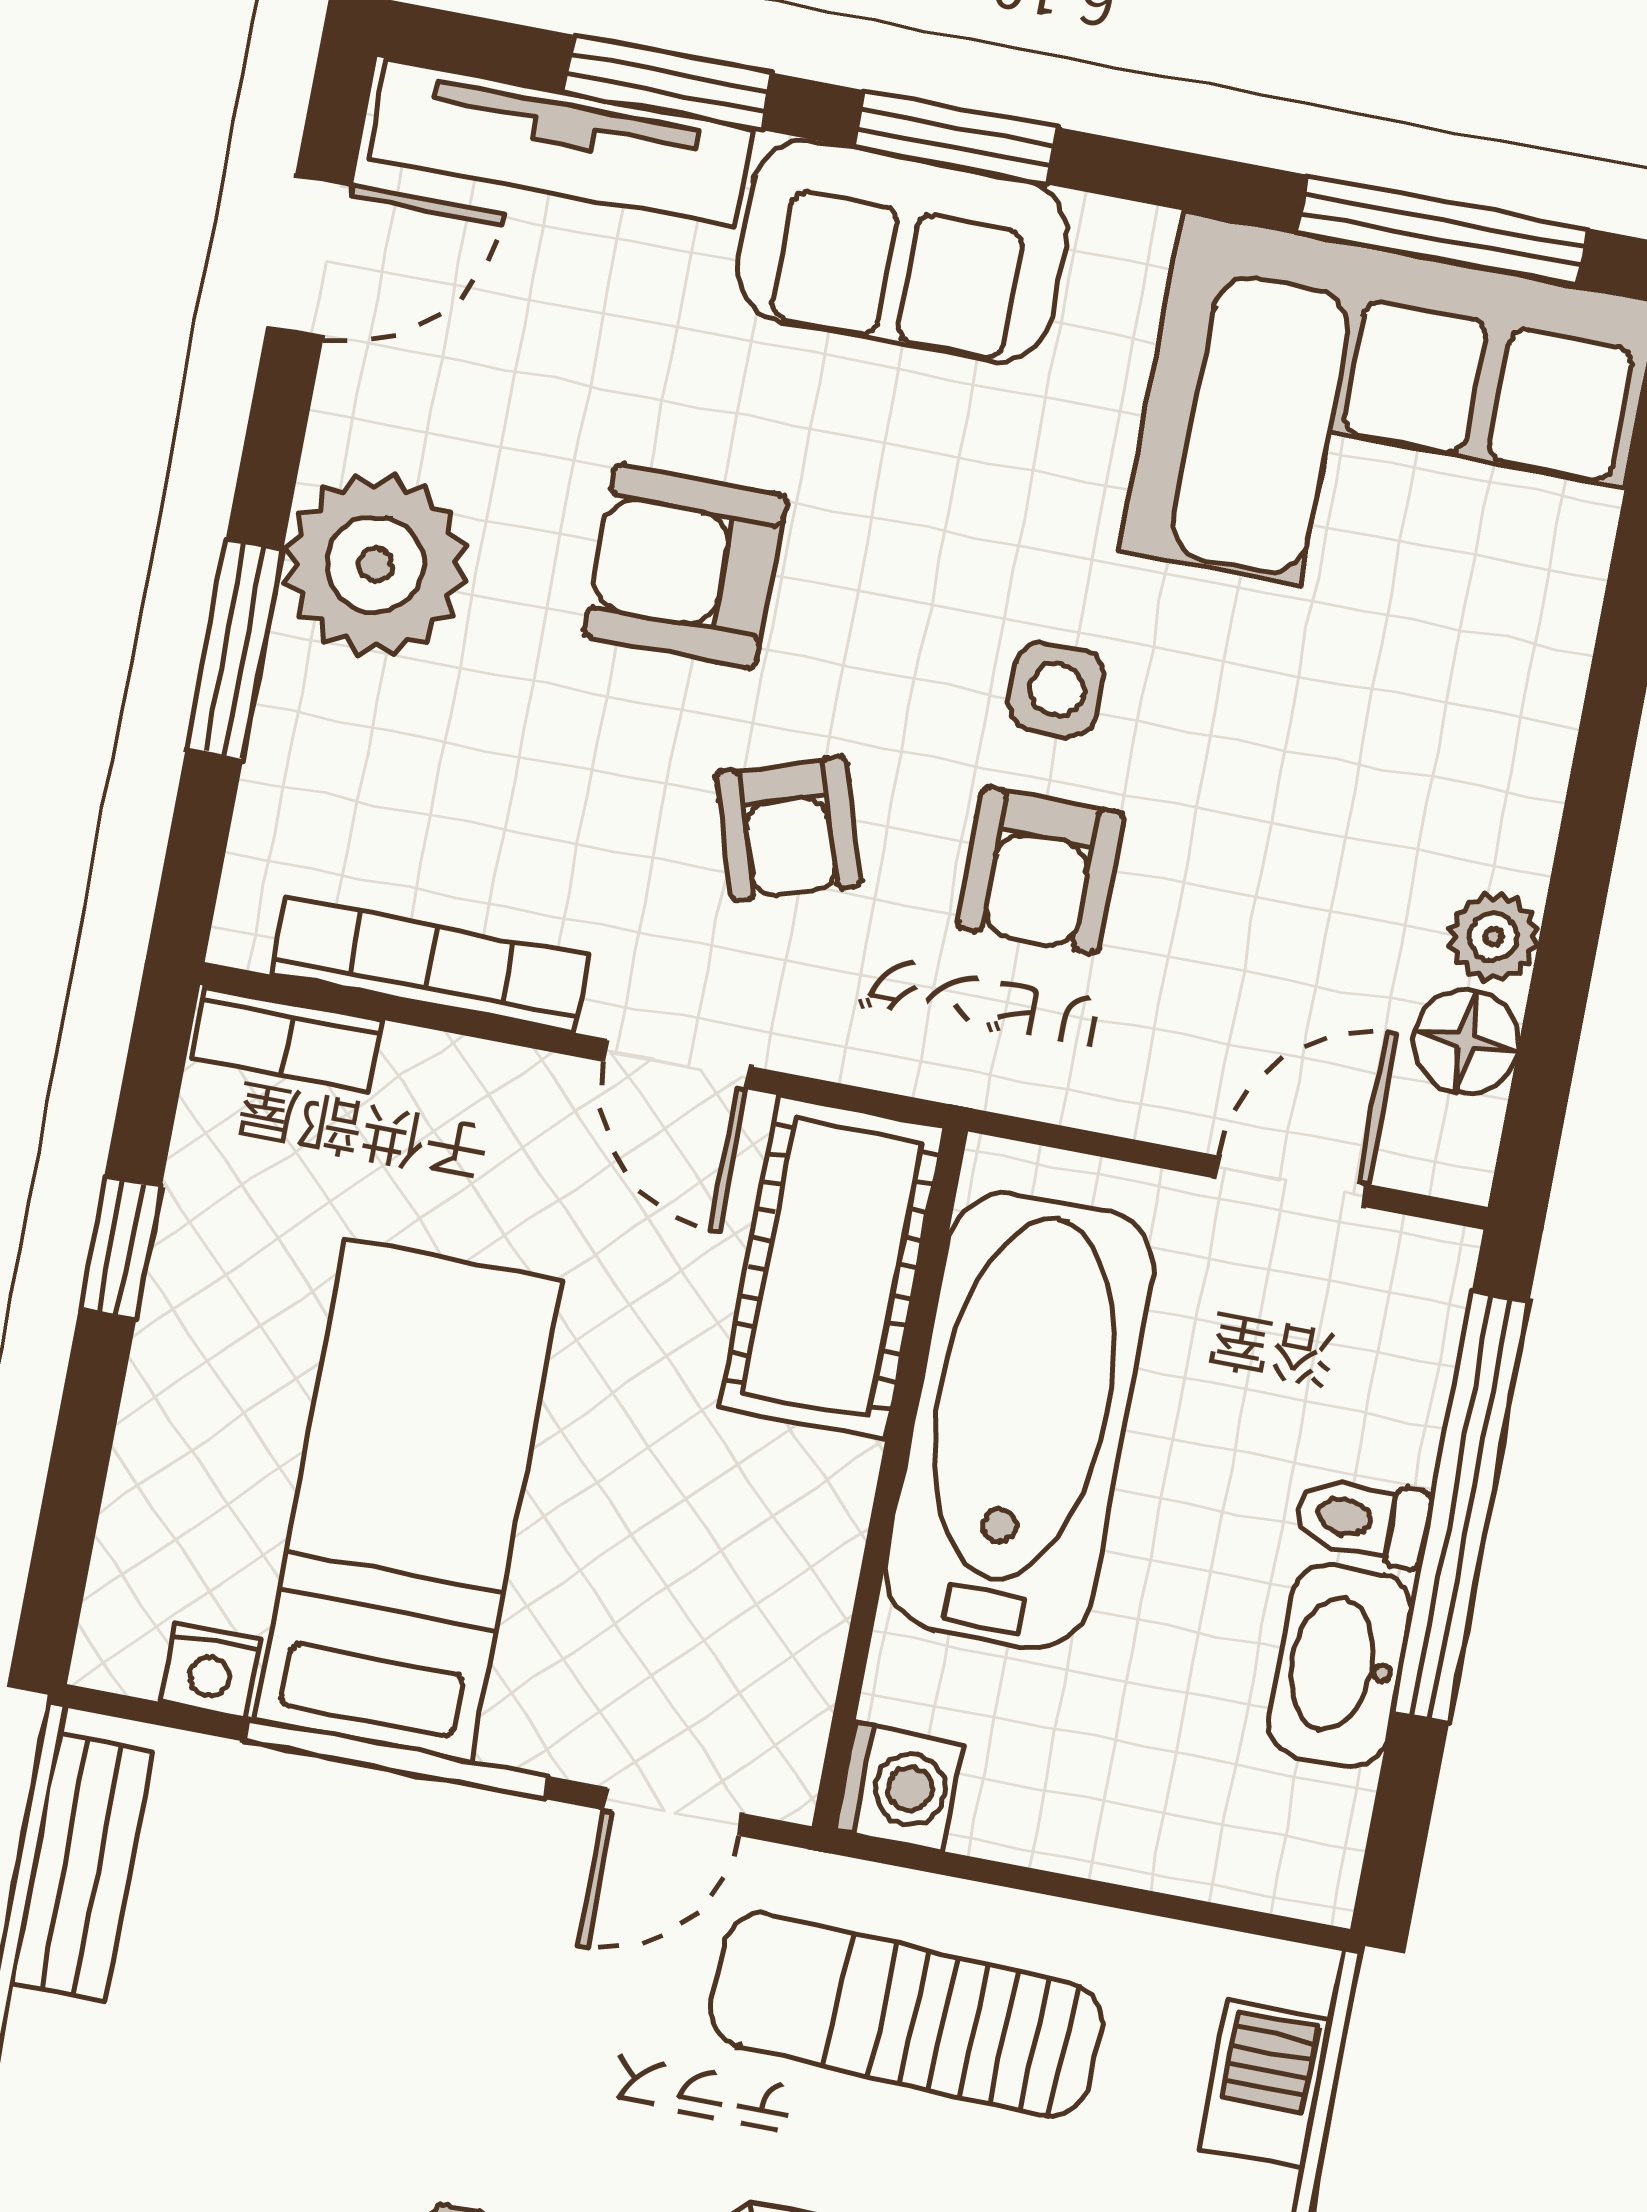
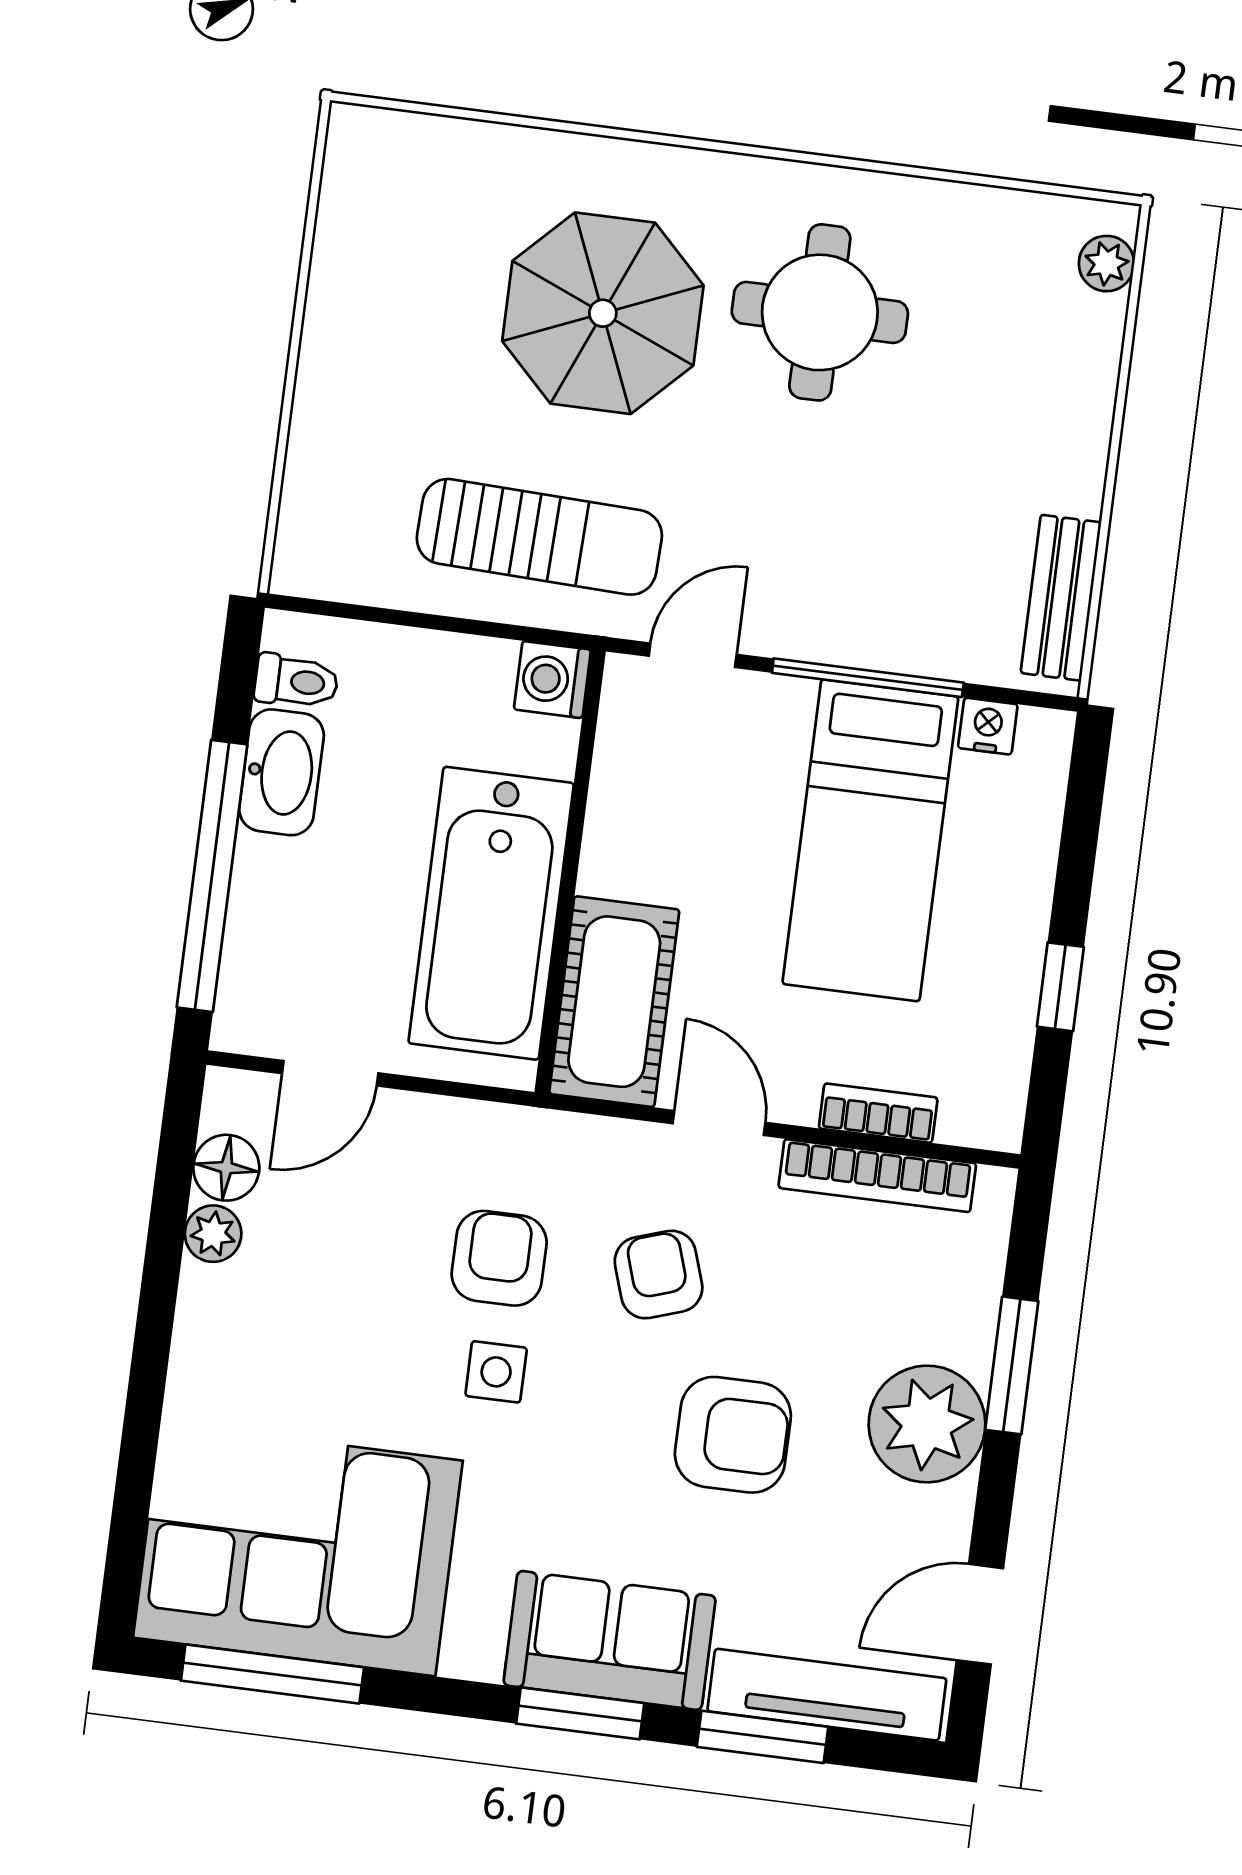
bookcase: (287, 1039) -> (878, 1113), moved
toilet: (1362, 1520) -> (296, 681), moved
barbecue: (1266, 2084) -> (312, 507), removed

